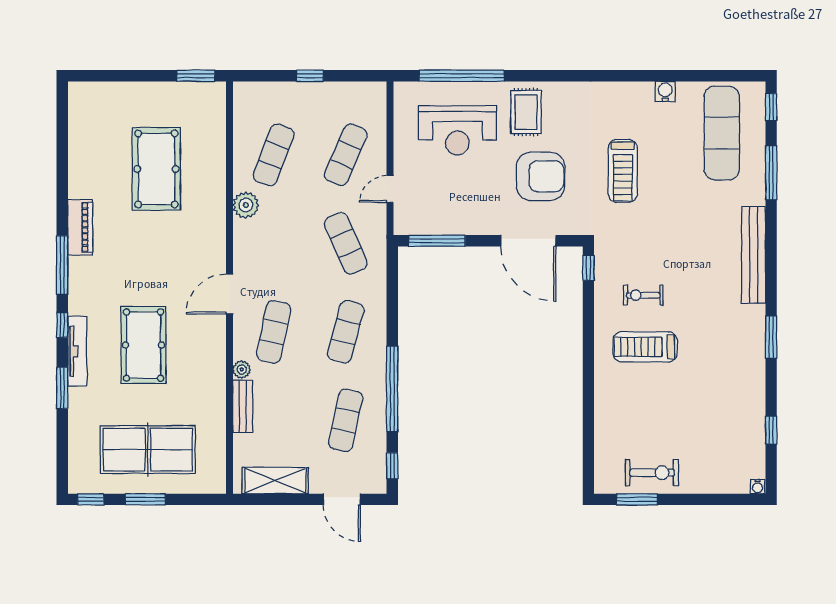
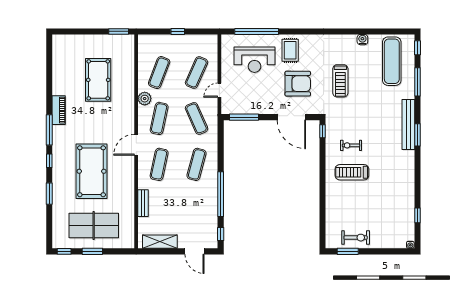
window: (771, 337) -> (417, 135), moved
pool table: (144, 345) -> (92, 171), width x1.36, depth x1.32
tv unit: (77, 351) -> (57, 174), removed
plant: (242, 370) -> (142, 184), removed
exercise mat: (346, 420) -> (159, 118), moved

